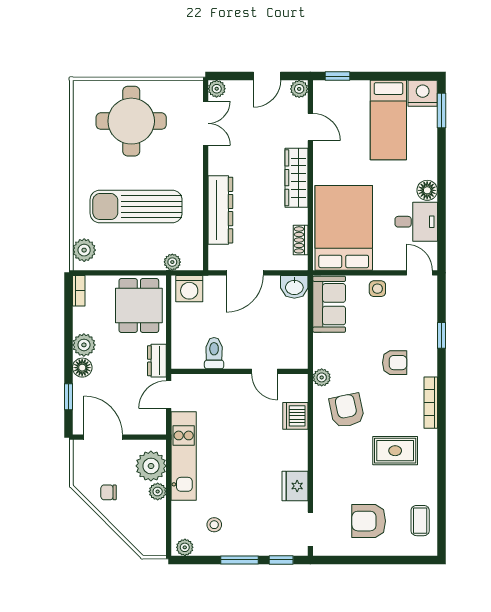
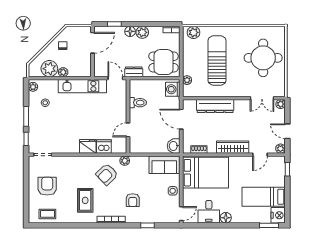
armchair: (347, 411) -> (107, 174), turned 148
plant: (151, 466) -> (49, 69), moved
fridge: (295, 486) -> (88, 146), moved

